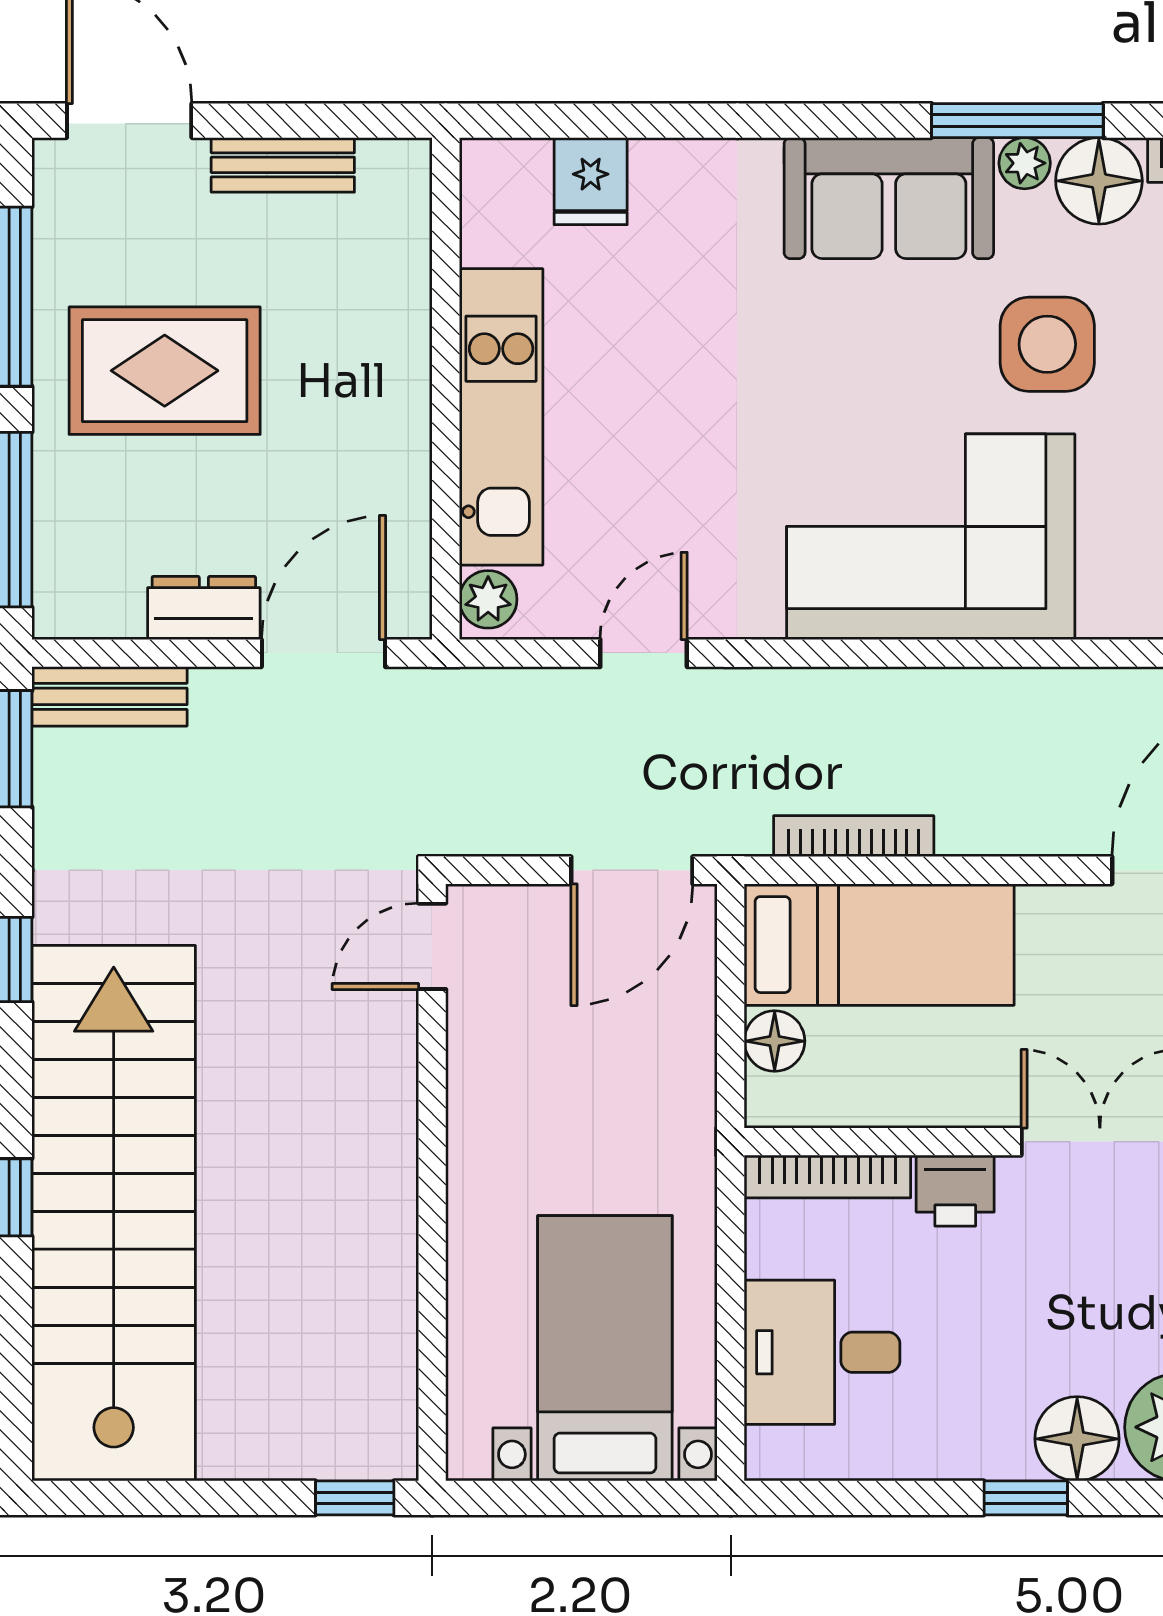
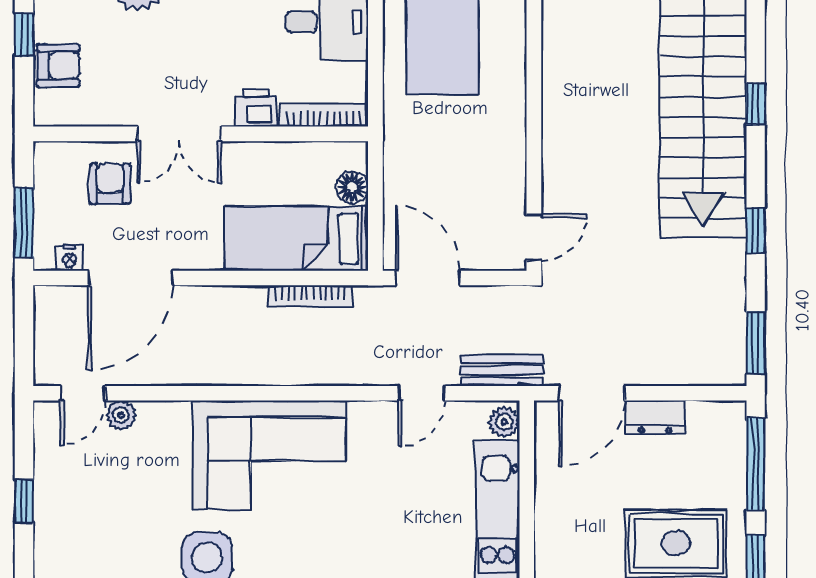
bench: (109, 696) -> (502, 370), moved
door: (632, 870) -> (428, 278), hinge flipped

